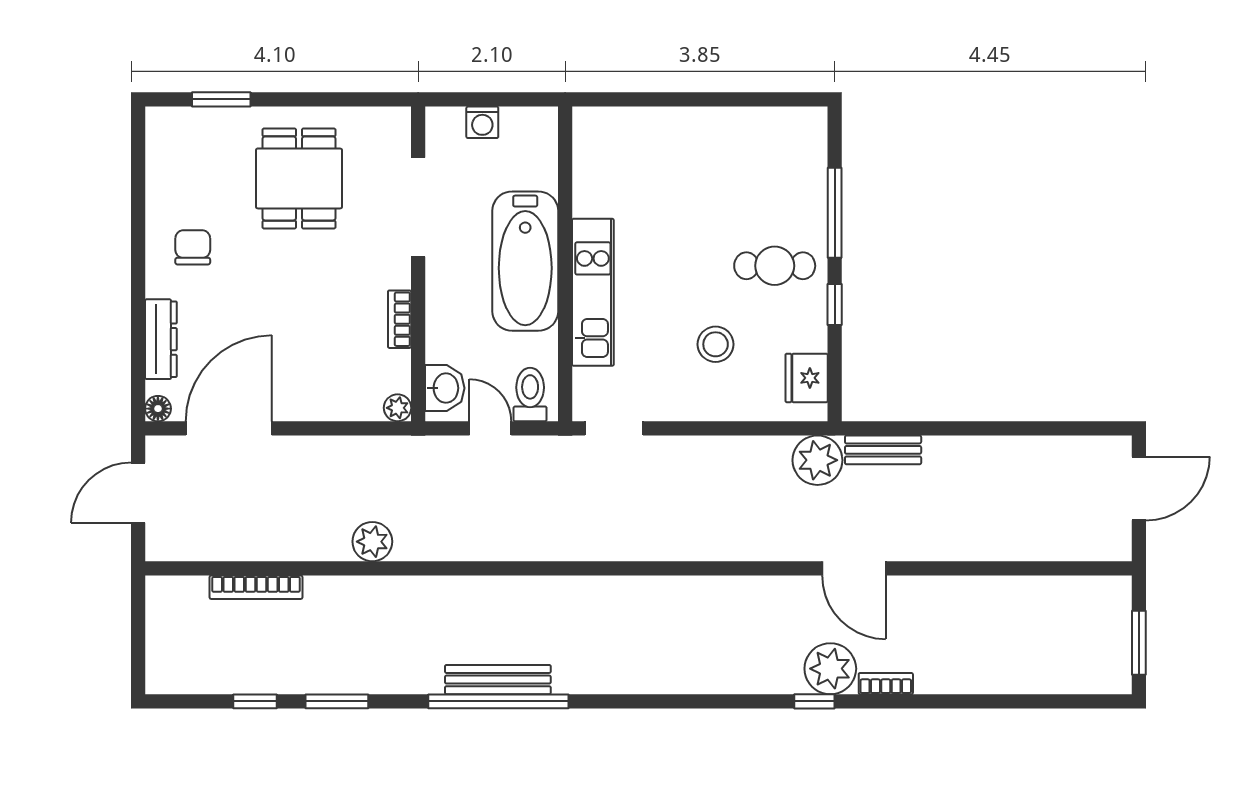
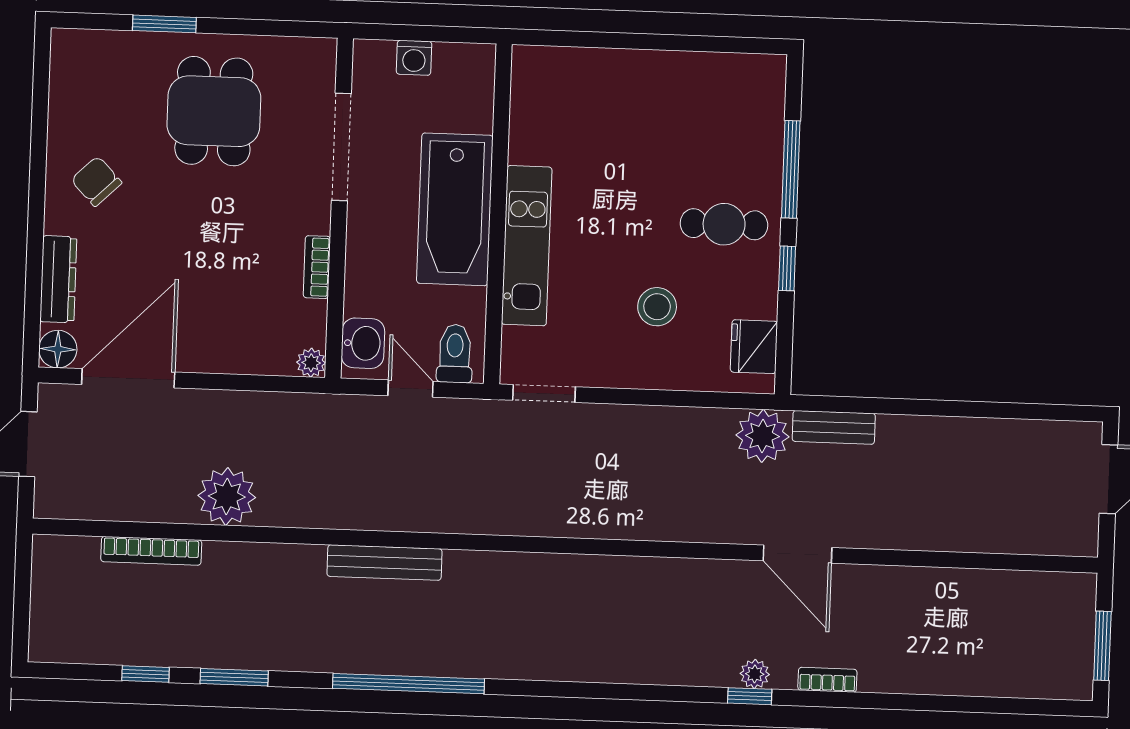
window: (221, 99) -> (164, 24), moved
chair: (193, 247) -> (96, 181), turned -44
floor lamp: (158, 409) -> (58, 349), width x1.37, depth x1.37
plant: (372, 542) -> (227, 496), moved, width x1.36, depth x1.36
plant: (830, 669) -> (755, 674), width x0.53, depth x0.53
bench: (498, 680) -> (384, 563), moved

